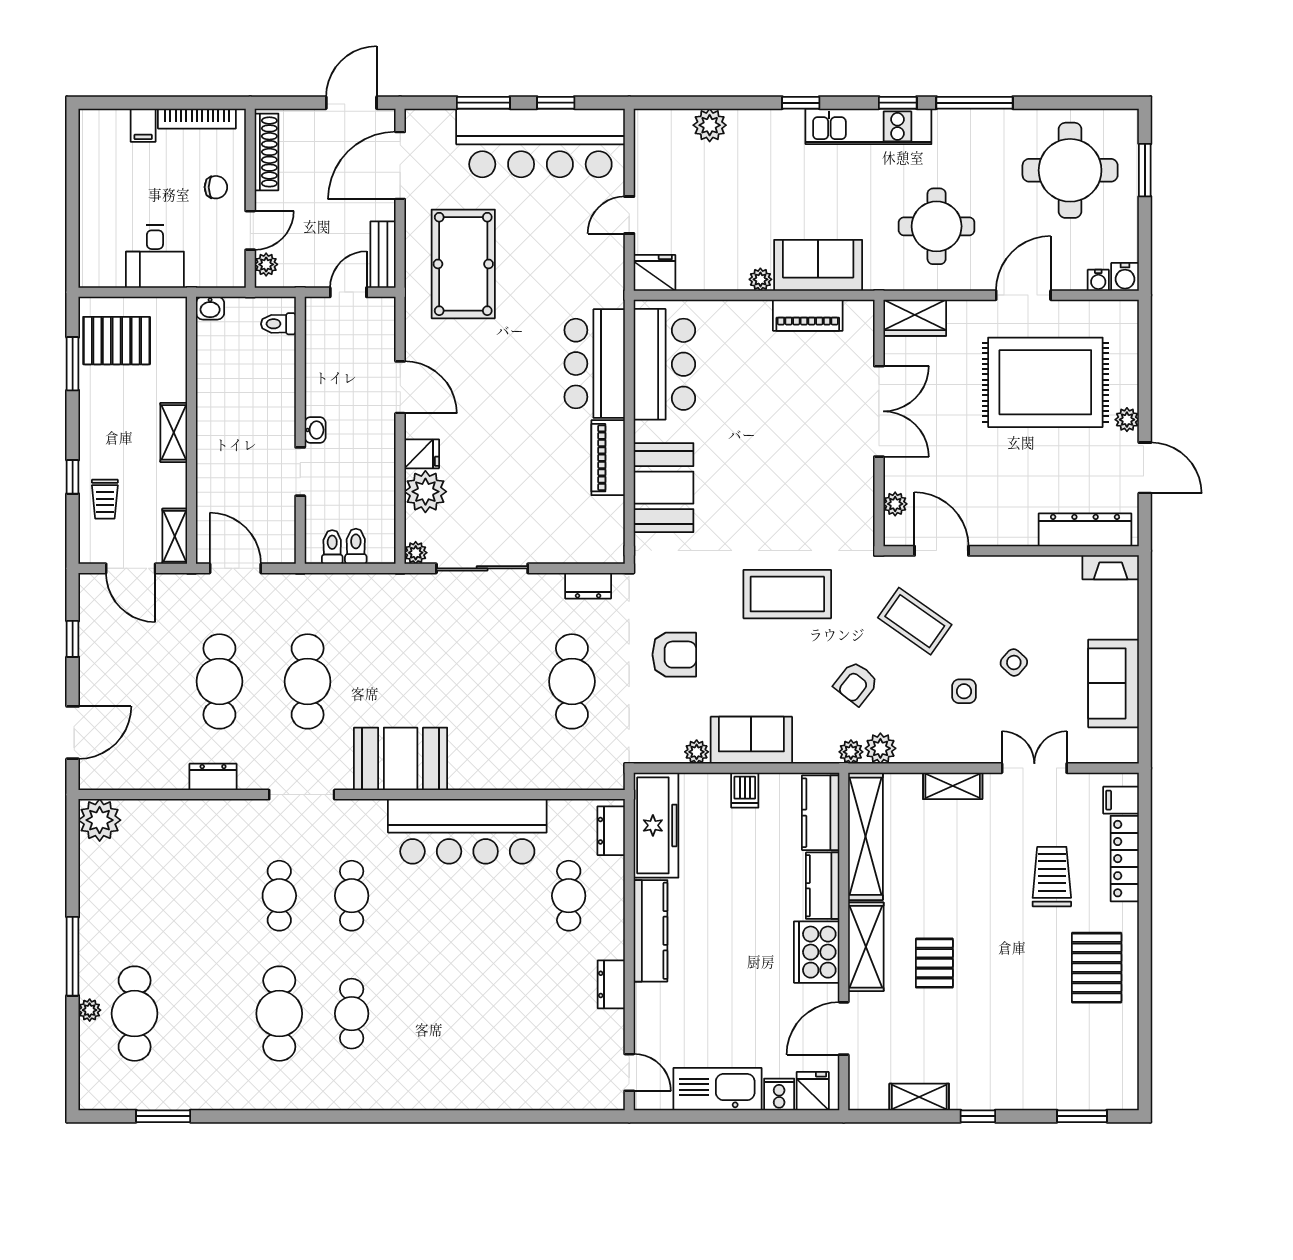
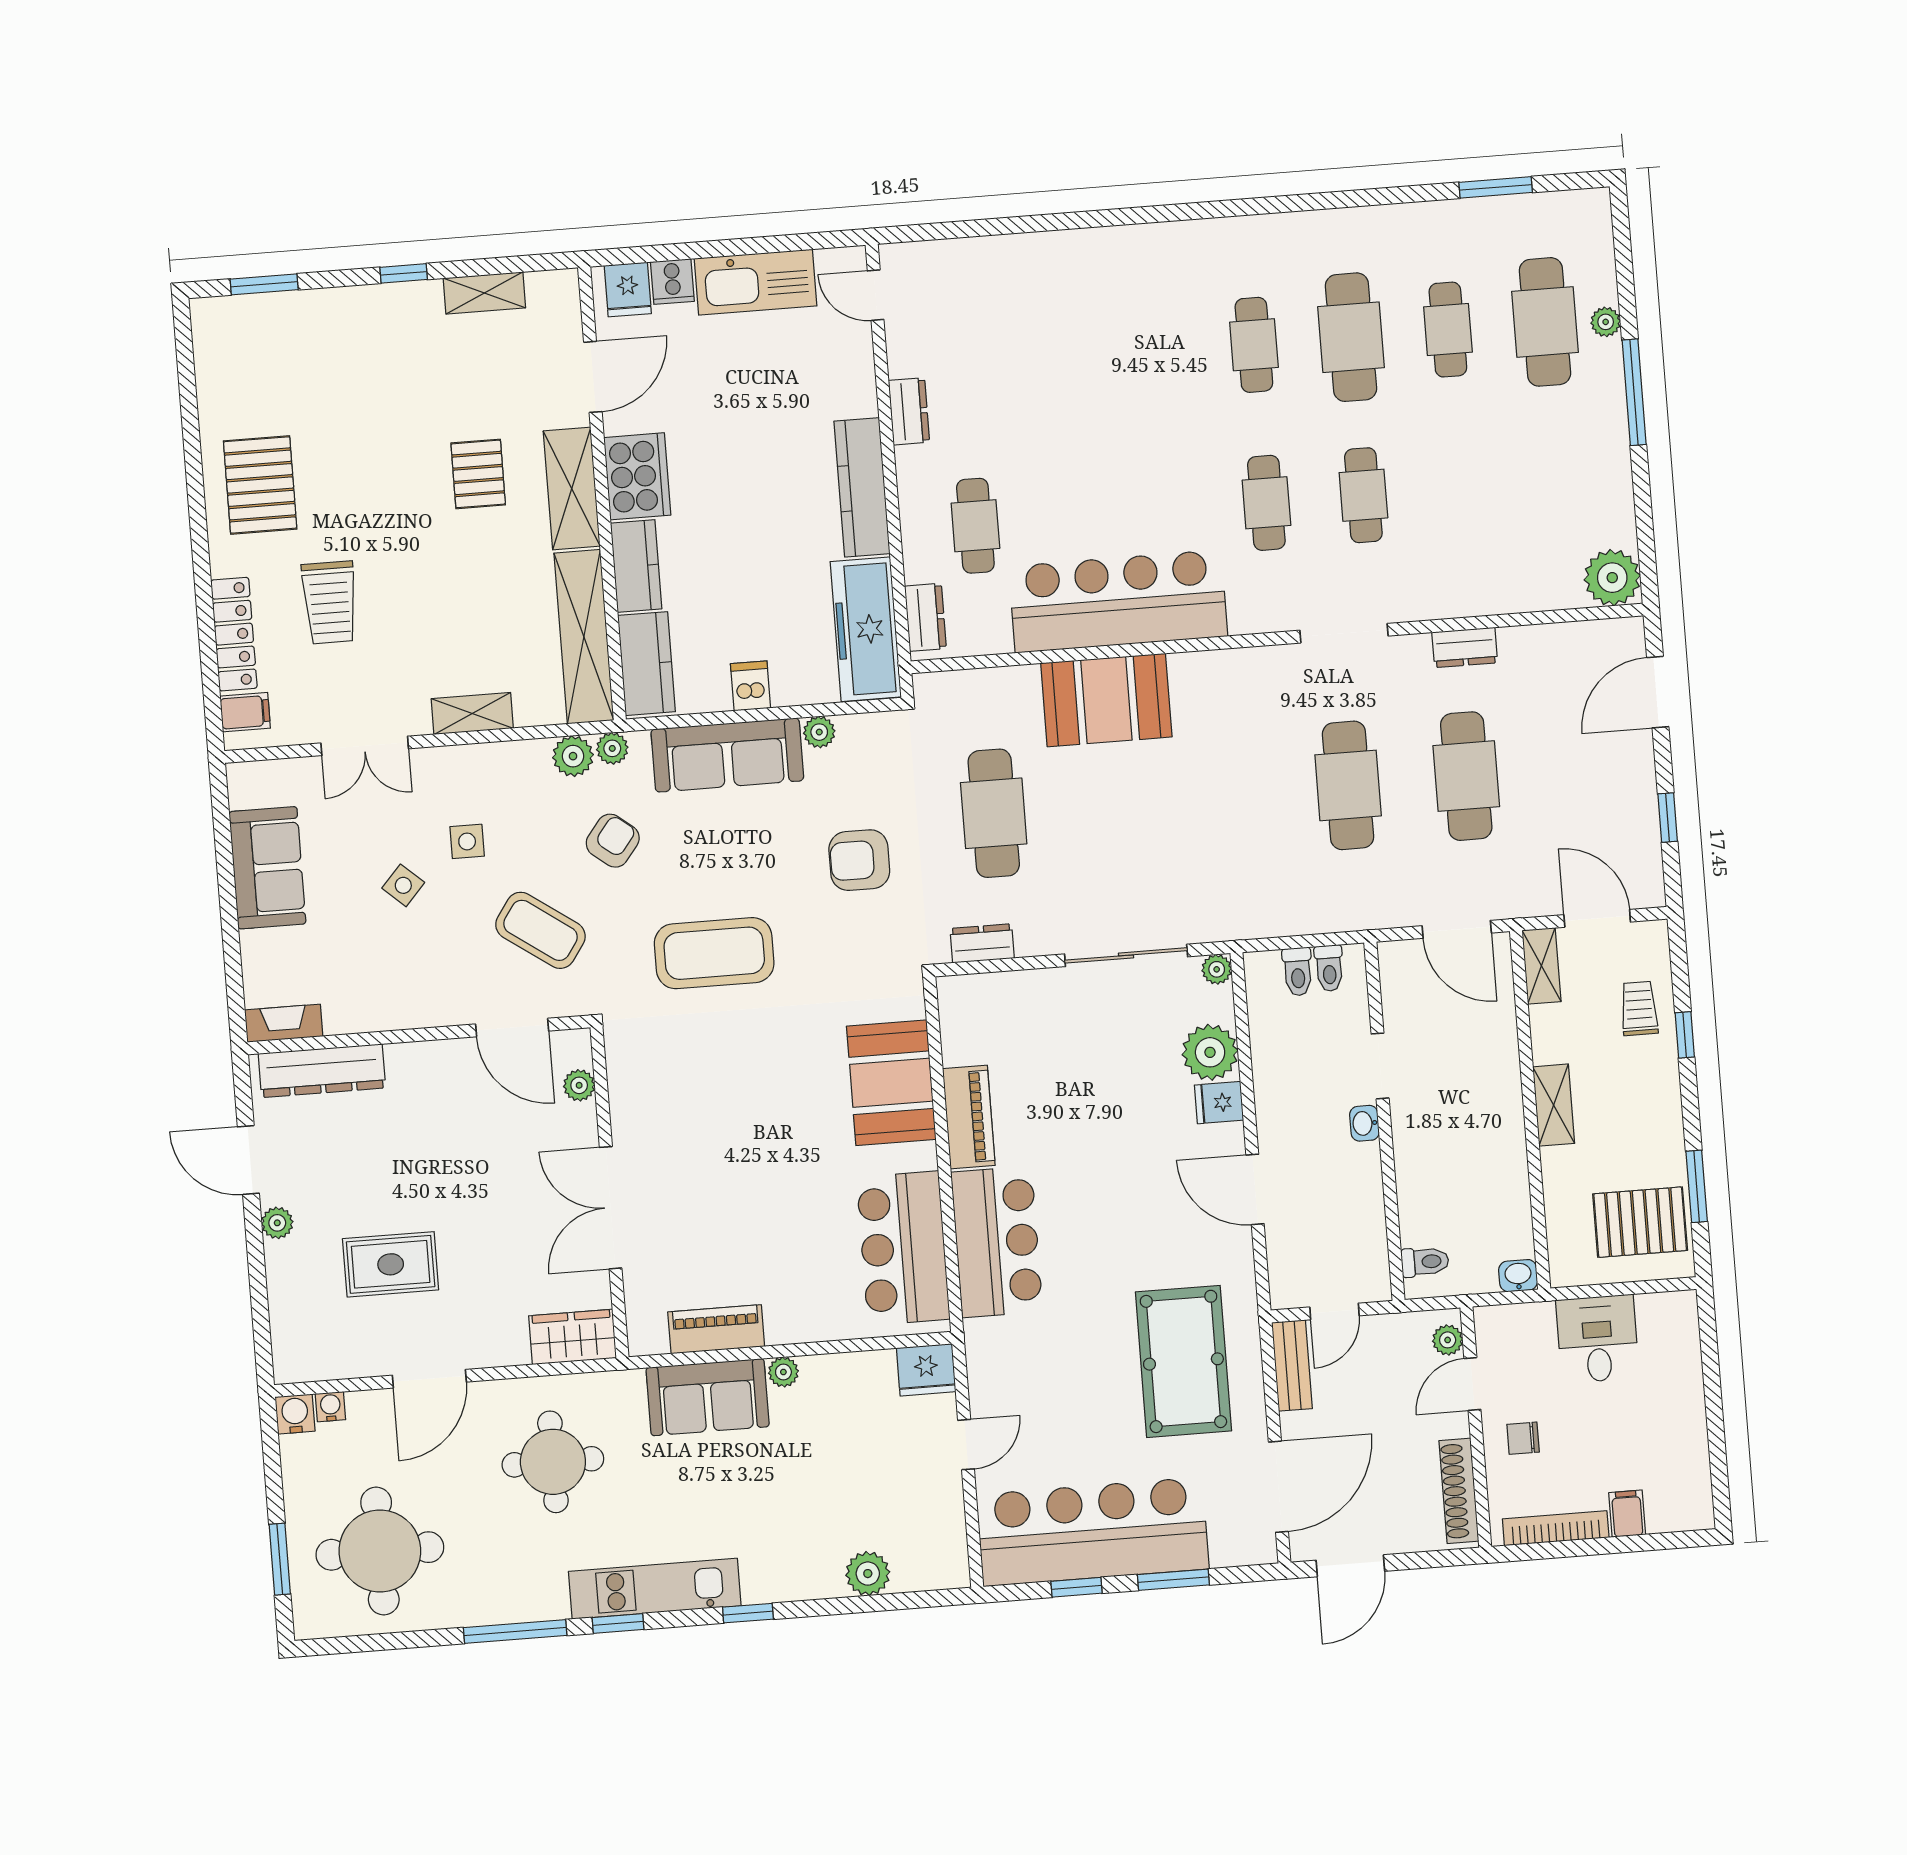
rug: (1045, 382) -> (391, 1264), width x0.54, depth x0.49
sofa: (751, 740) -> (727, 755), width x1.36
booth: (401, 759) -> (1106, 700), moved
cafe table: (207, 1014) -> (1448, 330), added

